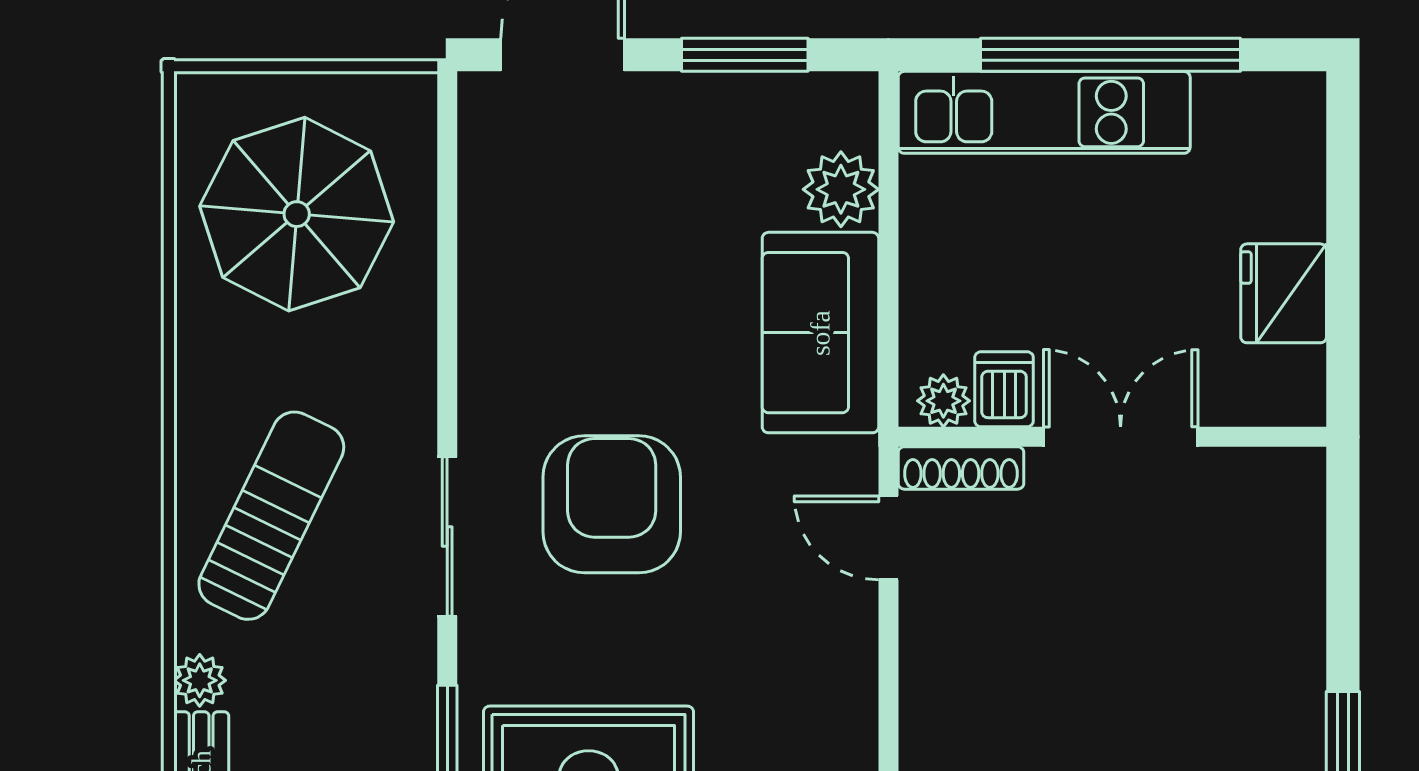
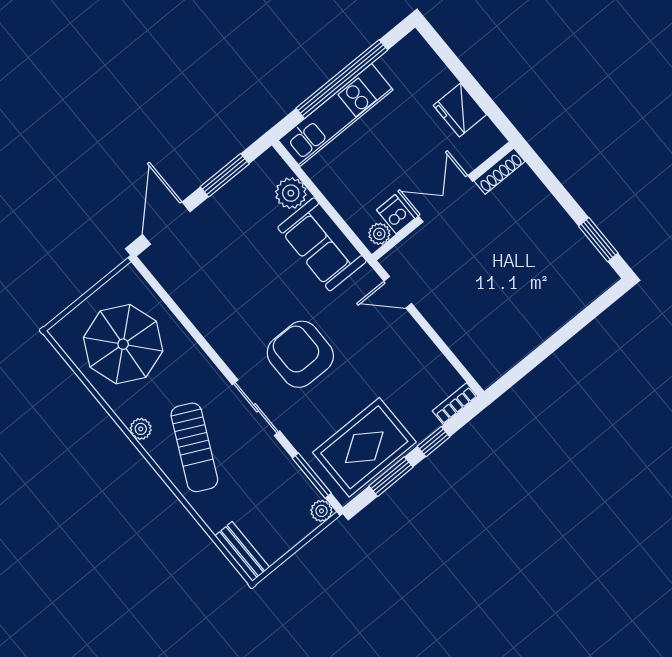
shoe rack: (961, 468) -> (499, 171), moved
sun lounger: (271, 516) -> (194, 447), turned 180
plant: (200, 680) -> (141, 429), moved

